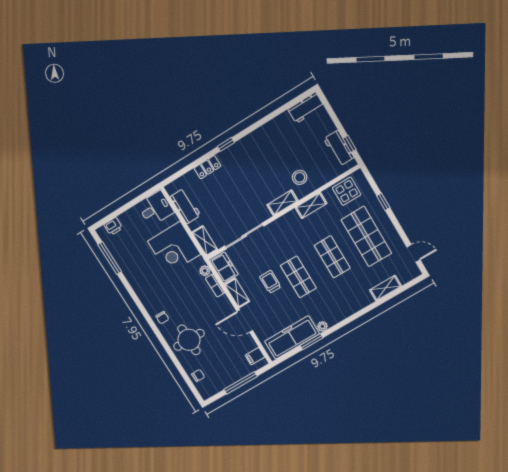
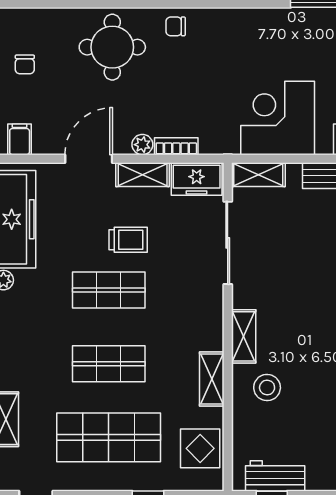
plant: (205, 271) -> (142, 145), moved
chair: (198, 376) -> (25, 64), moved

